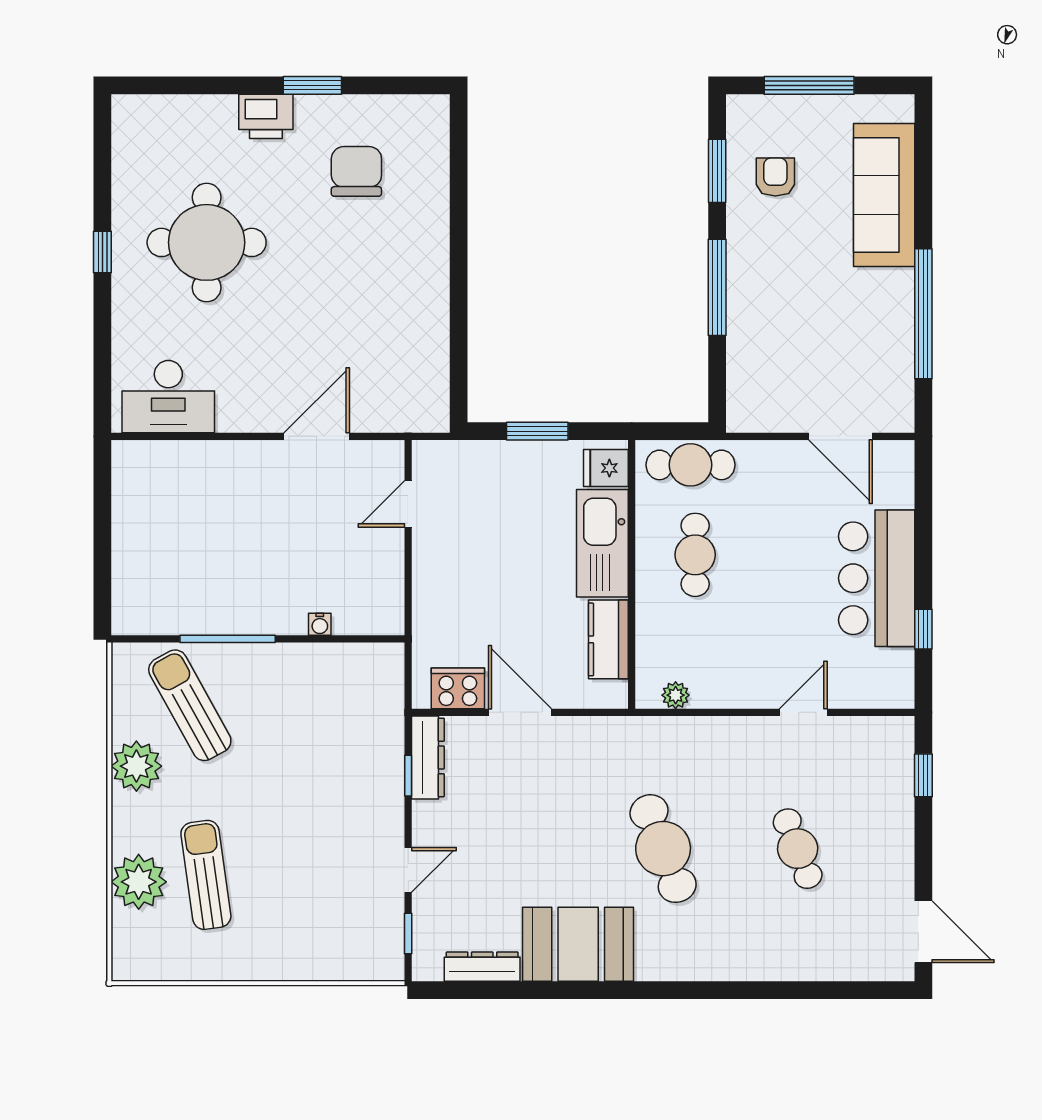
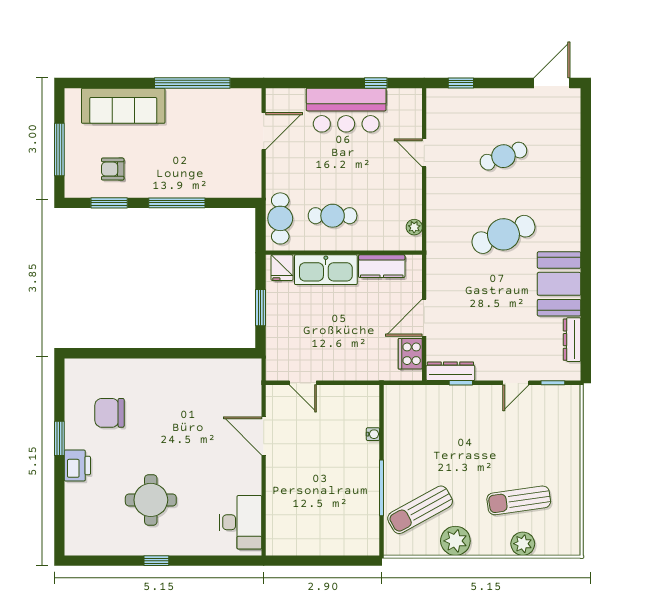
round table: (207, 242) -> (151, 500), width x0.73, depth x0.73
door: (408, 870) -> (516, 383), swing flipped
plant: (139, 882) -> (523, 544), width x0.73, depth x0.73

